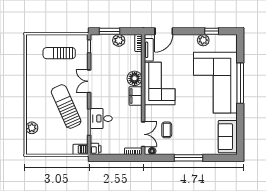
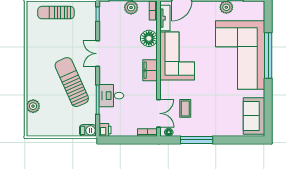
sun lounger: (59, 53) -> (56, 13), moved
floor lamp: (135, 78) -> (149, 38), moved
window: (188, 158) -> (197, 140), moved

